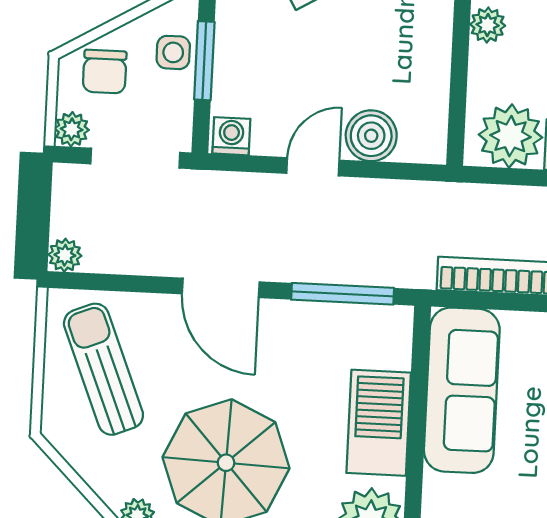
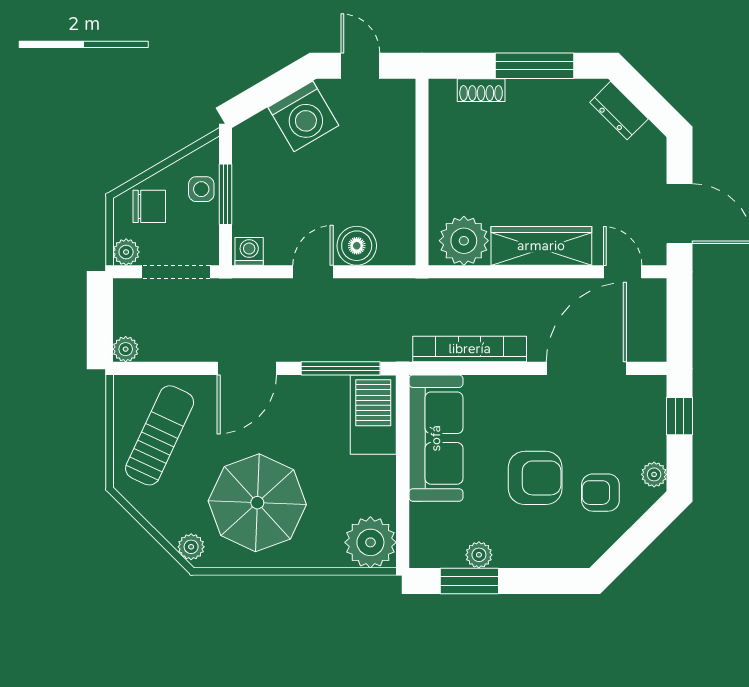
plant: (488, 25) -> (442, 156), removed
chair: (105, 72) -> (149, 206), turned -90
door: (221, 288) -> (247, 368), hinge flipped
sun lounger: (103, 369) -> (160, 435), turned 47
barbecue: (379, 423) -> (373, 415), moved

